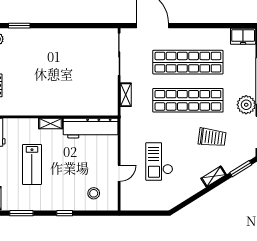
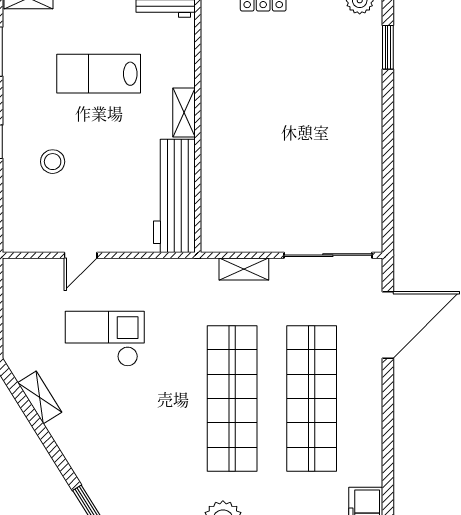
trolley: (212, 137) -> (155, 449), removed
door: (119, 173) -> (81, 255), hinge flipped
shelving: (214, 176) -> (40, 397), moved
stool: (94, 193) -> (53, 162), moved

